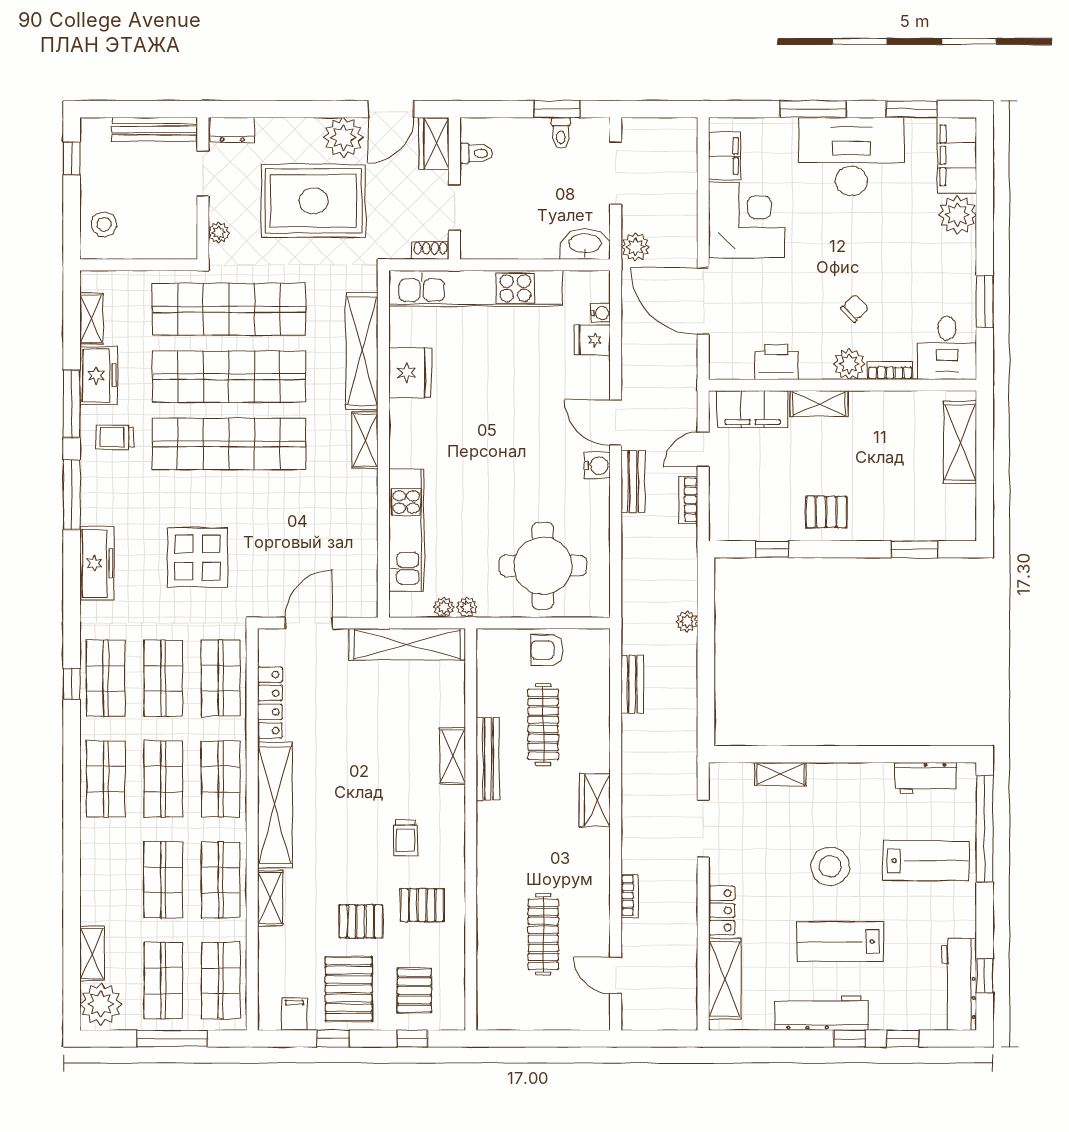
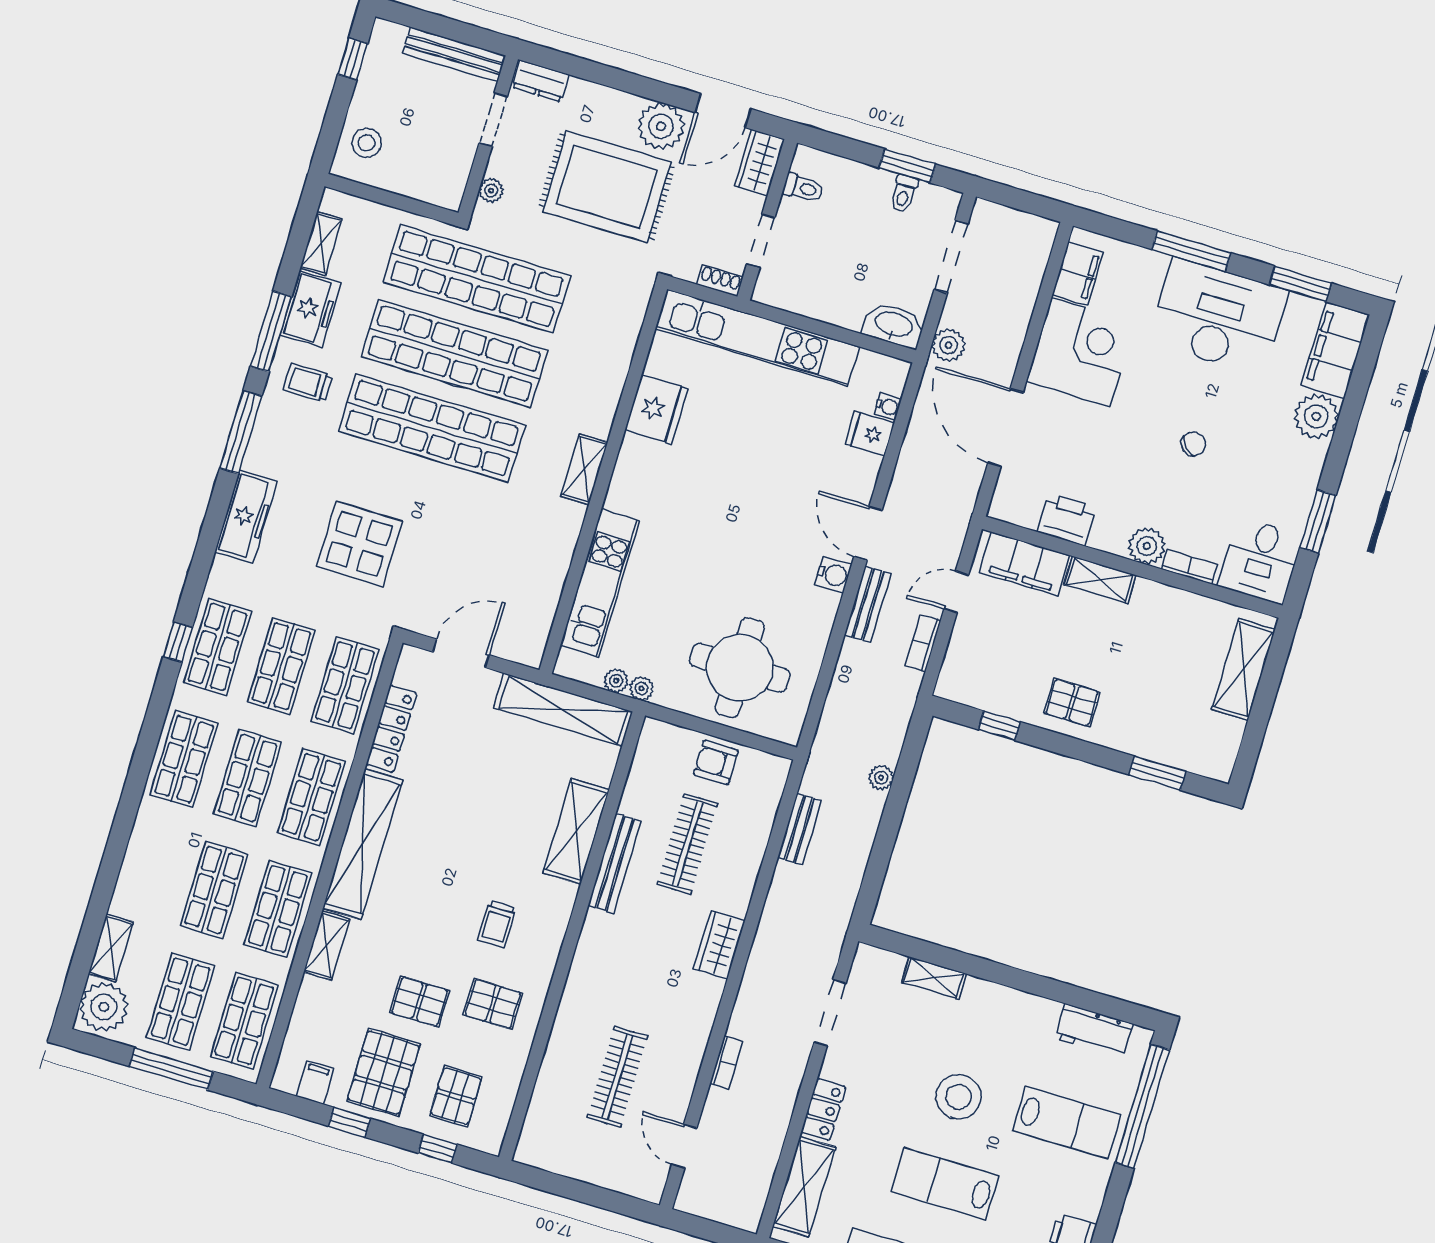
chair: (855, 308) -> (1193, 444), moved
shelving: (362, 351) -> (610, 369), removed
shelving: (452, 756) -> (576, 831), width x1.50, depth x1.33

